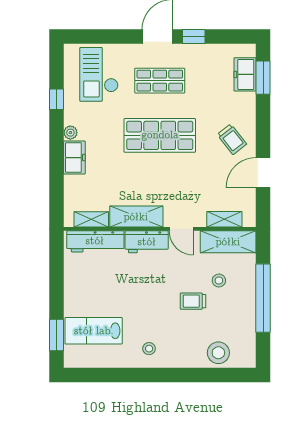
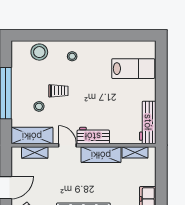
workbench: (95, 241) -> (148, 122), moved, turned -90
window: (56, 335) -> (161, 65), removed
stool: (149, 349) -> (72, 56), moved

